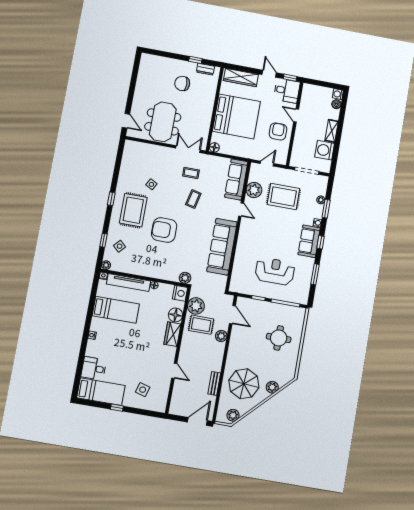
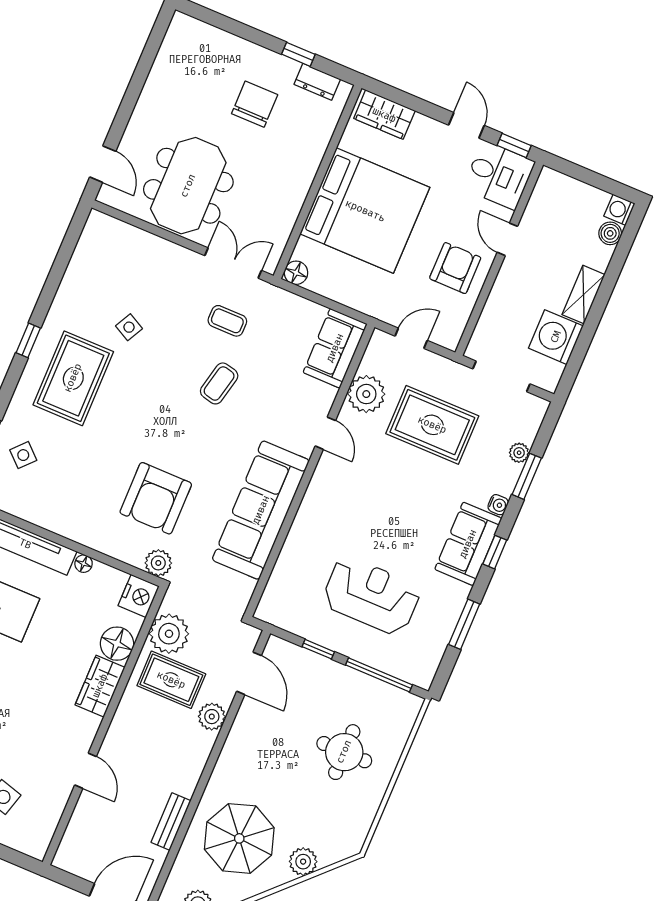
wardrobe: (241, 77) -> (384, 115), width x0.67
chair: (182, 83) -> (255, 104), turned 90
sofa: (236, 179) -> (335, 348), width x0.73
armchair: (164, 230) -> (156, 498), moved, turned -90

